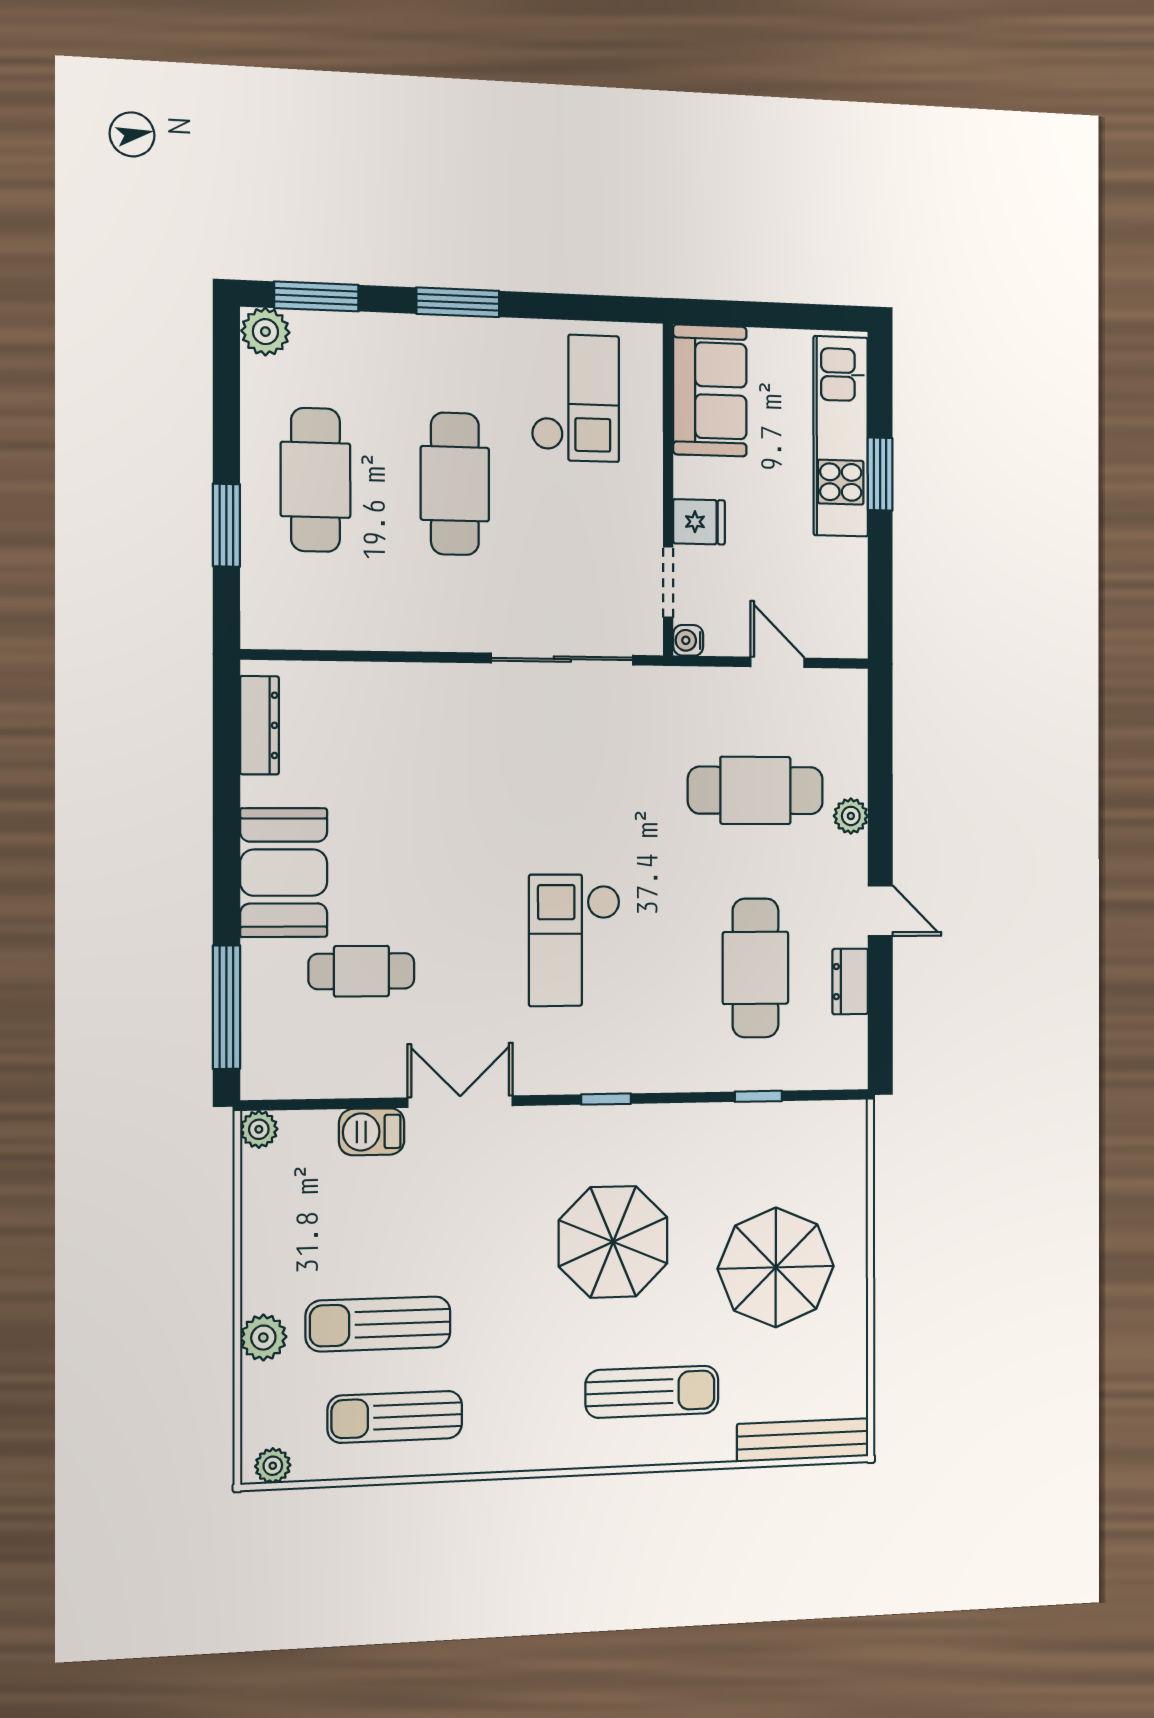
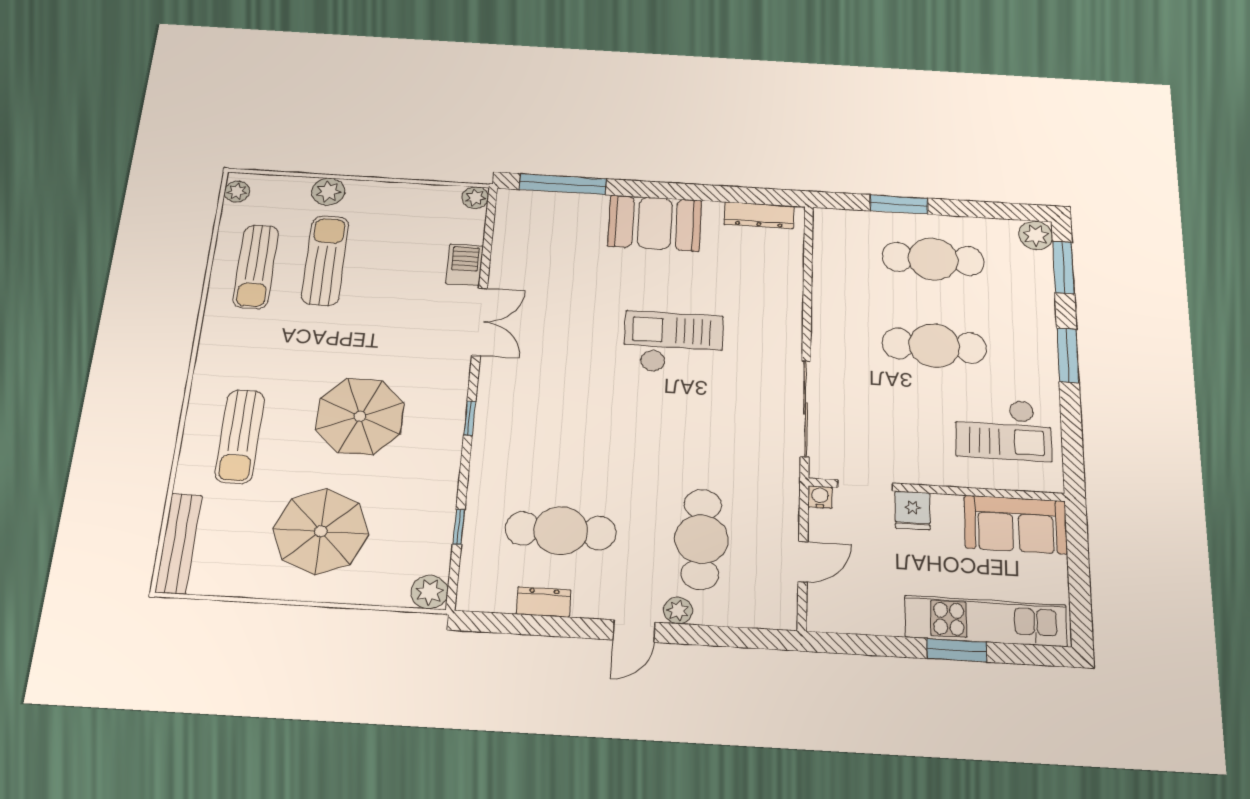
door: (880, 911) -> (634, 631), moved
checkout: (574, 940) -> (673, 343), moved
cafe table: (361, 971) -> (581, 266), removed
plant: (846, 1122) -> (430, 592), added
sun lounger: (395, 1417) -> (256, 267), turned 180

